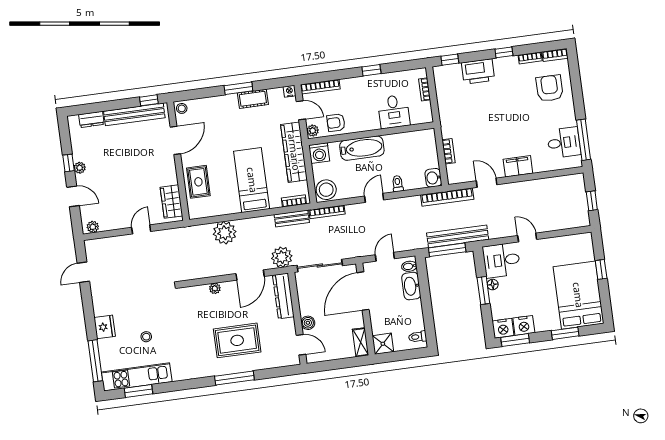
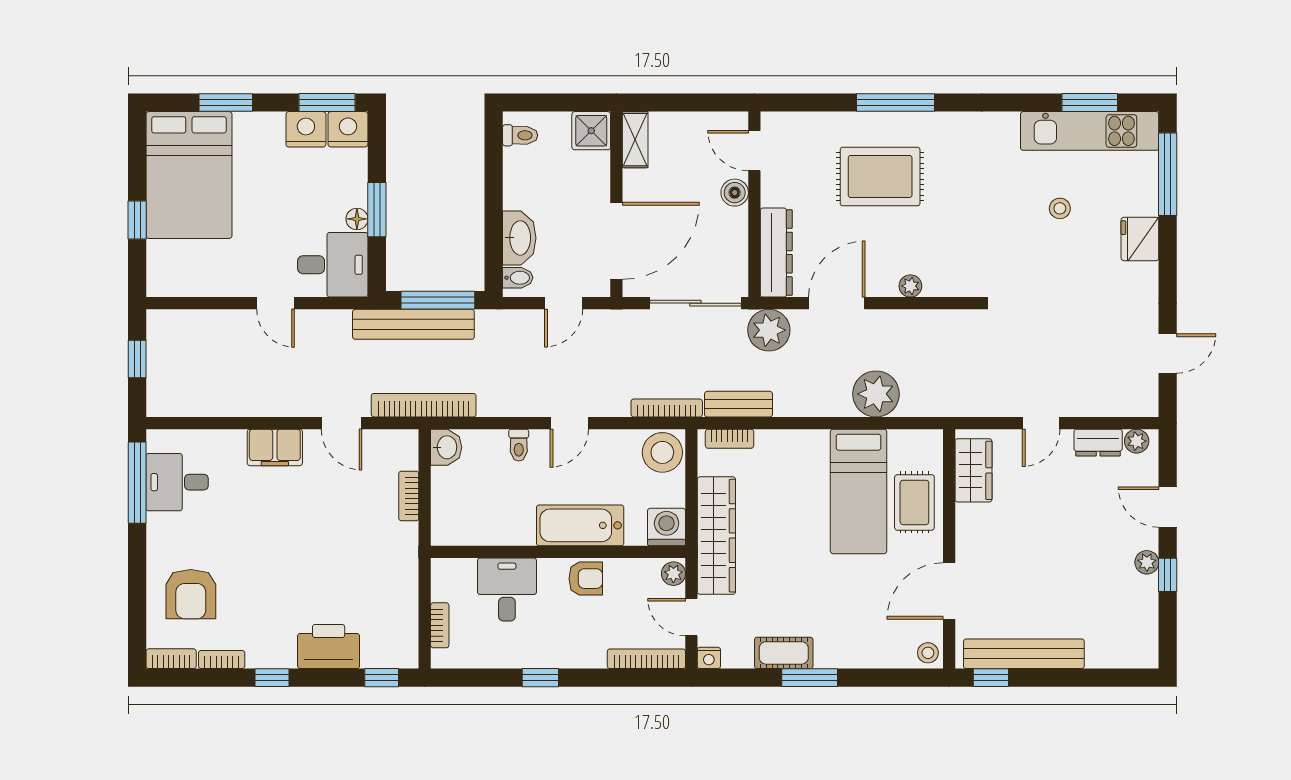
dresser: (91, 119) -> (1098, 443), moved, turned 180
armchair: (336, 123) -> (586, 579), moved
bed: (252, 180) -> (859, 491), moved

